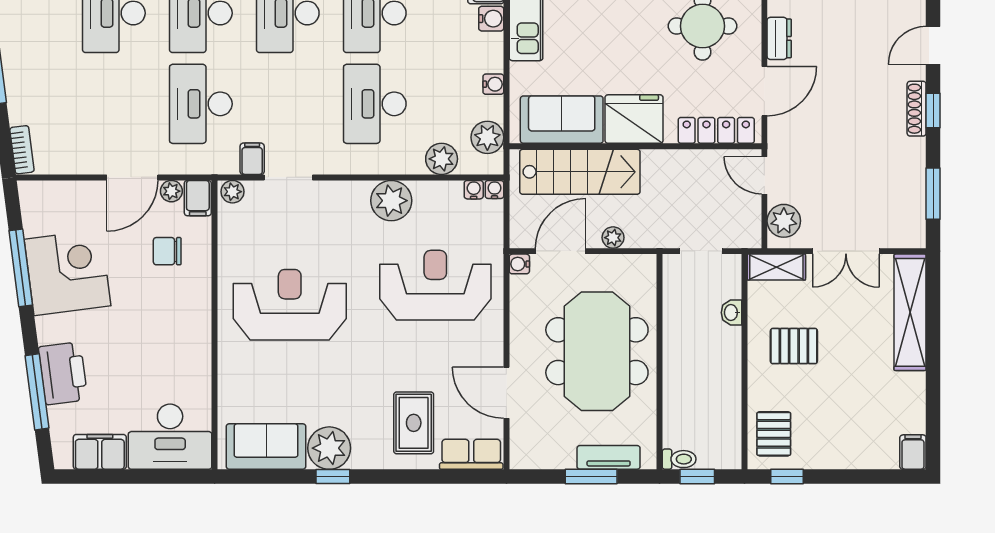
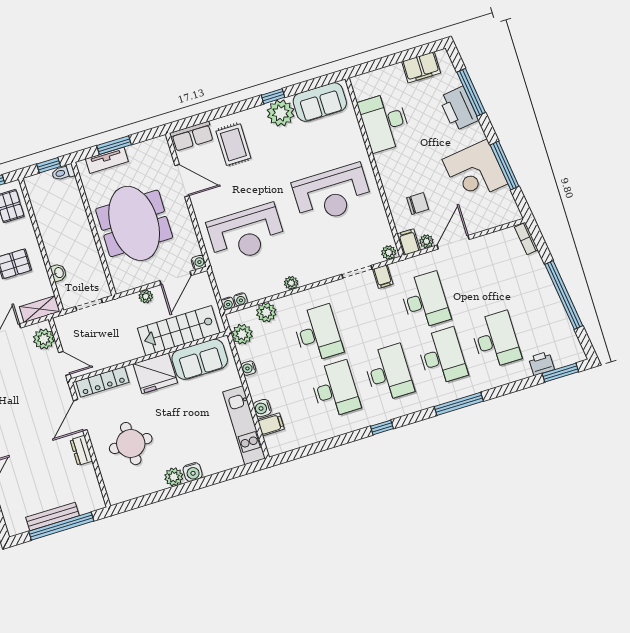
plant: (391, 201) -> (291, 283), width x0.53, depth x0.53
desk: (170, 437) -> (385, 122), moved, turned -90

